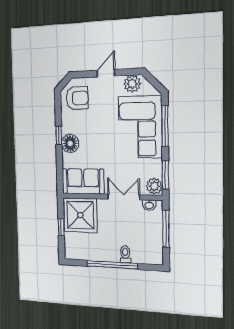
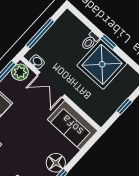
shower: (80, 215) -> (102, 64), moved
window: (112, 265) -> (108, 42), width x0.32

